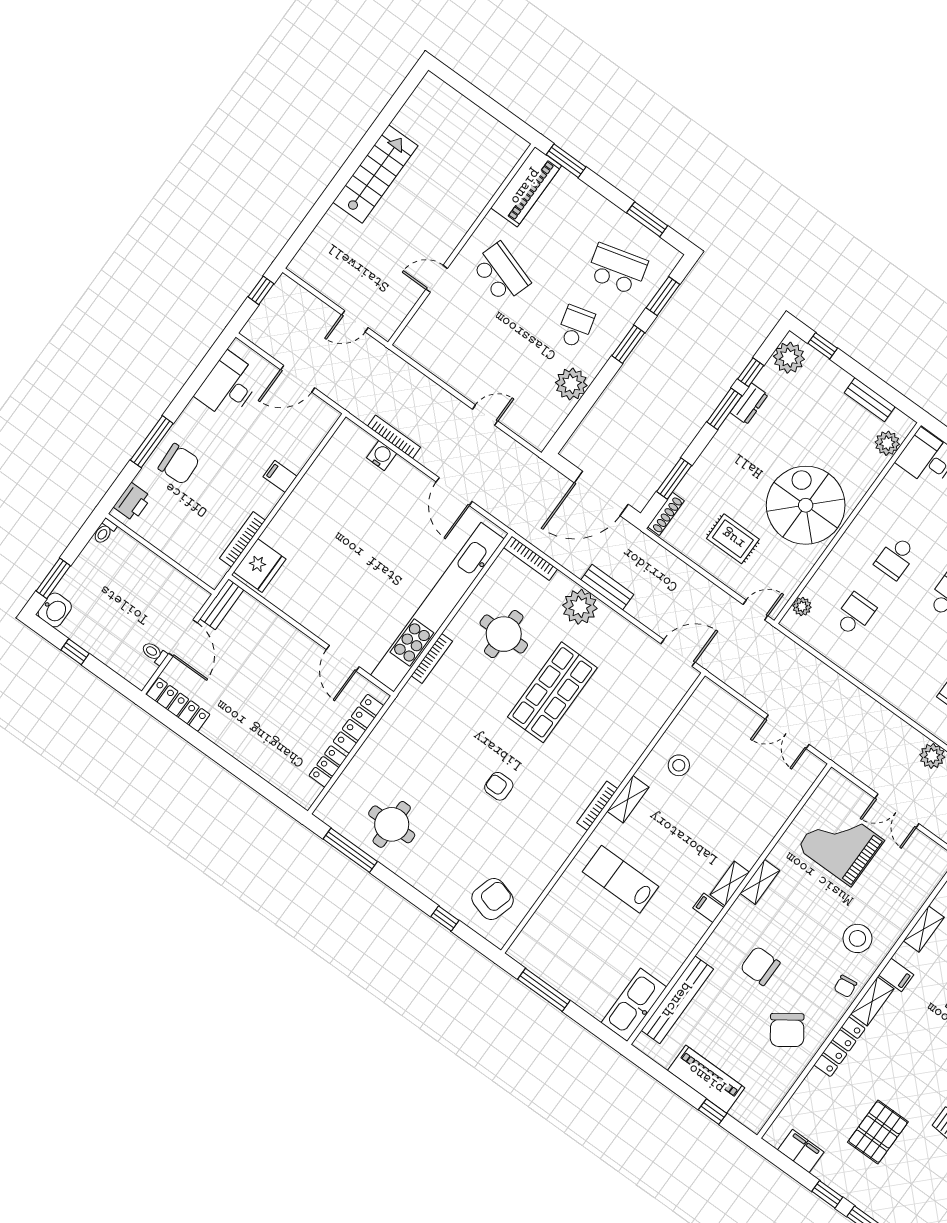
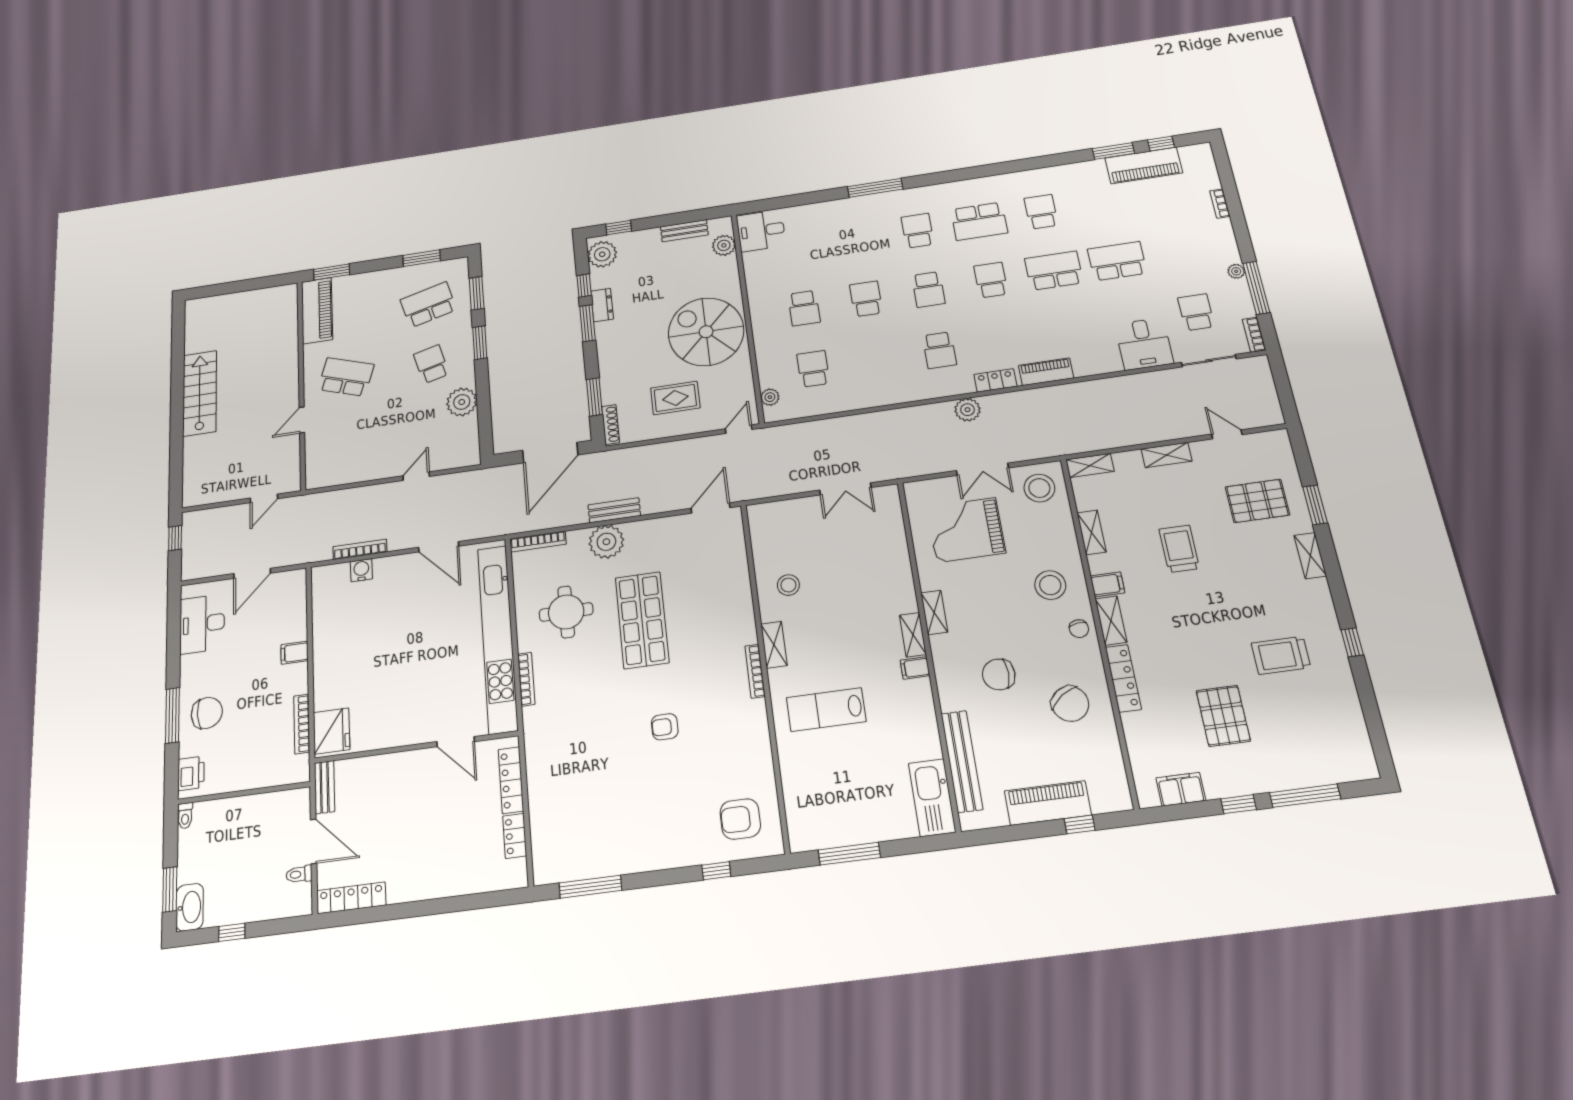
washbasin: (55, 610) -> (190, 907), width x1.38
round table: (392, 824) -> (606, 835), removed
stool: (922, 863) -> (1039, 488), added
armchair: (493, 899) -> (740, 819), turned -106

